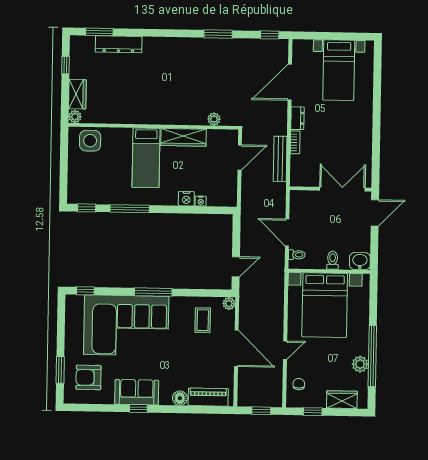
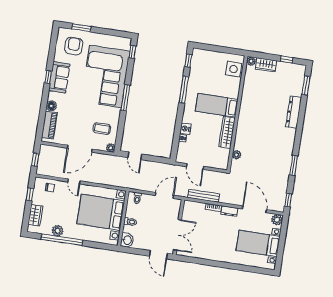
dresser: (119, 44) -> (294, 112), moved
plant: (300, 47) -> (277, 220), added
door: (240, 157) -> (195, 166), moved
door: (287, 233) -> (164, 195), moved

